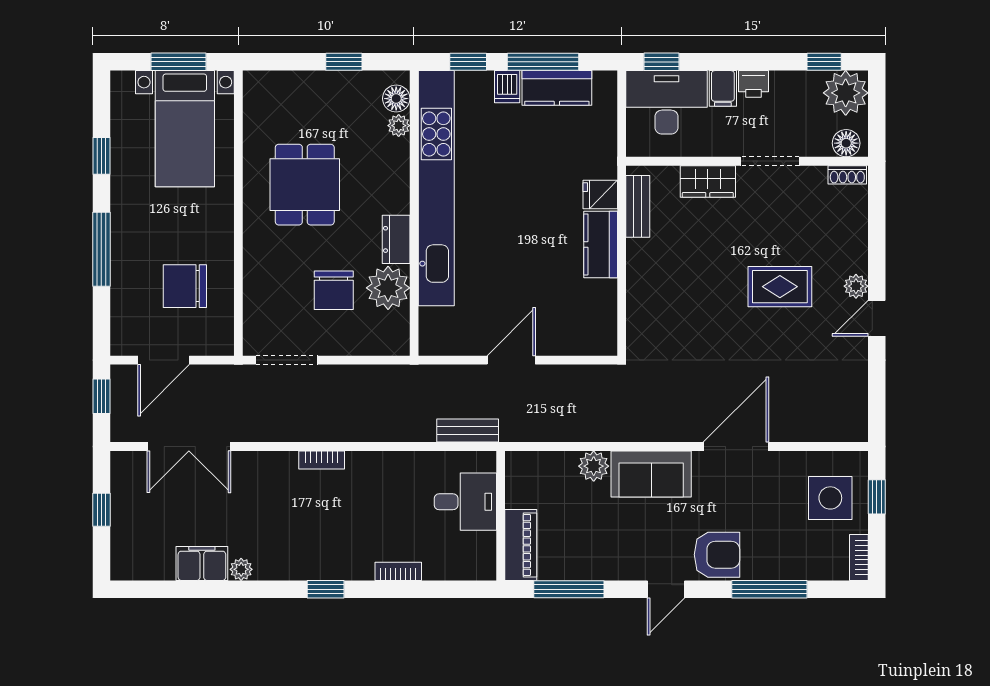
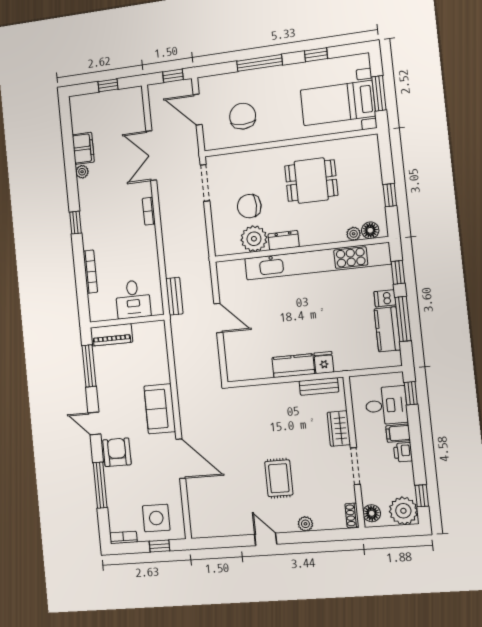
desk: (667, 102) -> (386, 406), width x0.73
plant: (856, 286) -> (305, 524), moved
double door: (189, 447) -> (151, 156), moved
plant: (594, 466) -> (161, 374), removed
armchair: (717, 555) -> (117, 452), turned 180
bookcase: (398, 571) -> (90, 272), width x1.56

